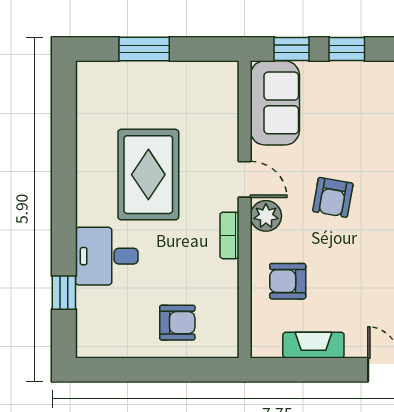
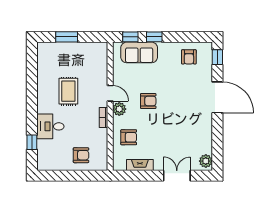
sofa: (275, 103) -> (139, 52), moved, turned 90
rug: (148, 175) -> (68, 91), width x0.73, depth x0.70
armchair: (333, 197) -> (148, 101), turned -100
armchair: (288, 281) -> (129, 137), turned 180

